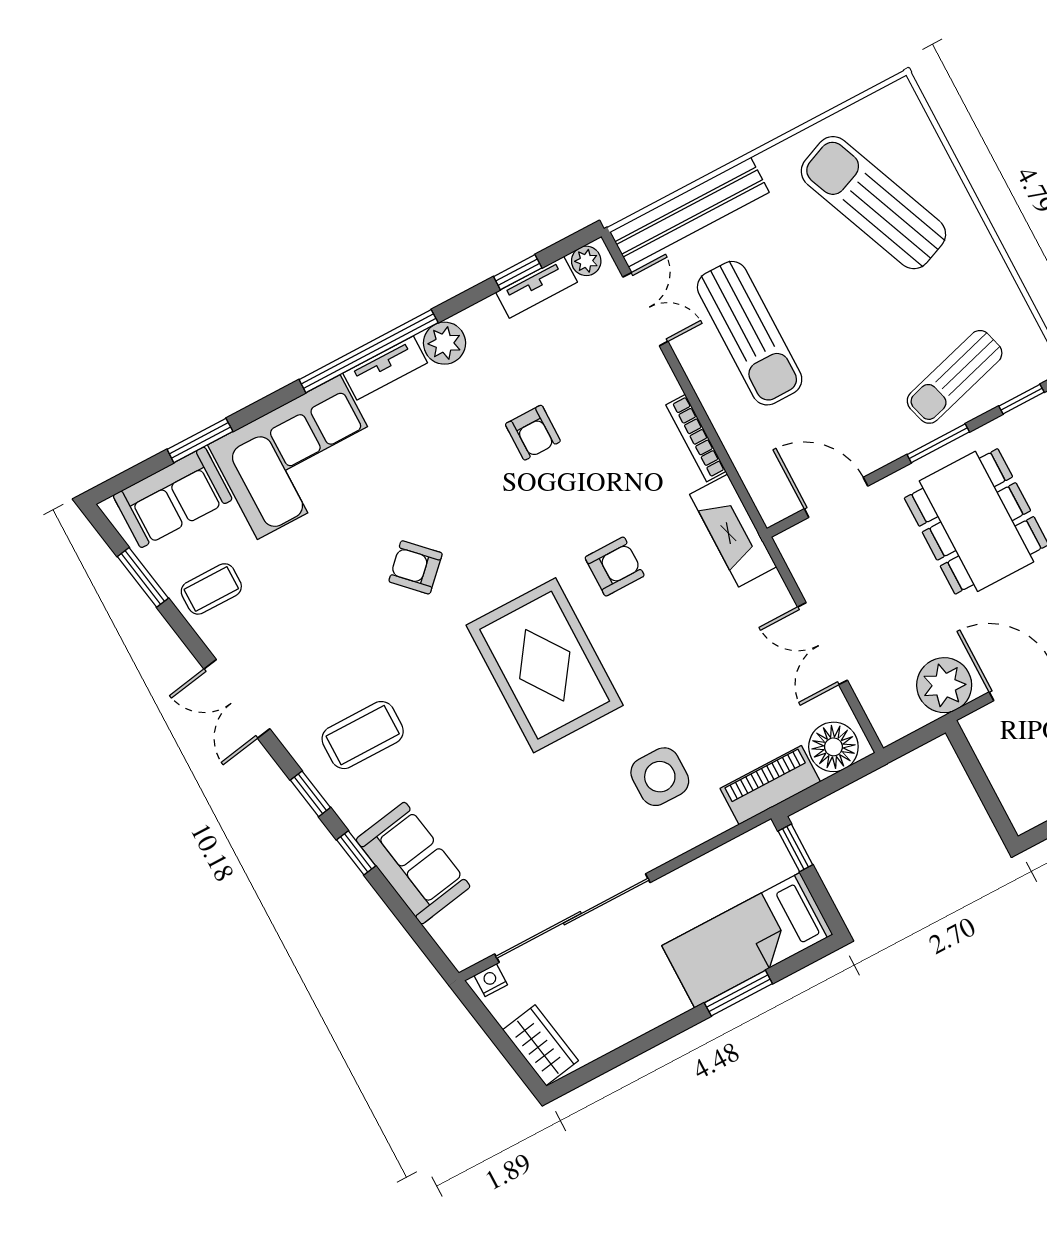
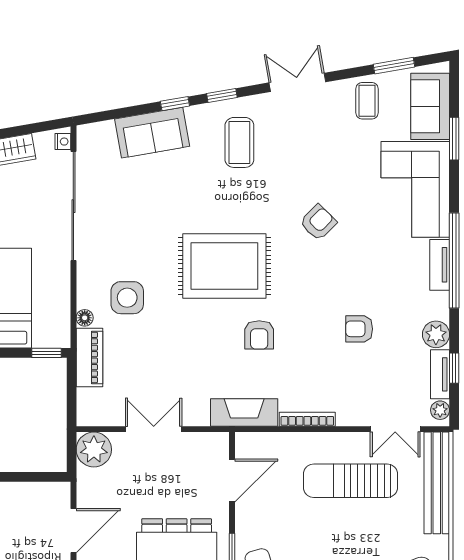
plant: (445, 343) -> (436, 334), moved
plant: (944, 685) -> (94, 450), moved
floor lamp: (833, 747) -> (85, 318), moved, width x0.53, depth x0.53

